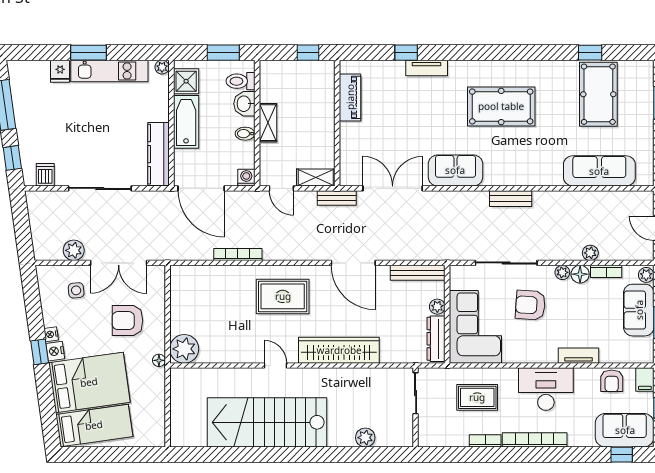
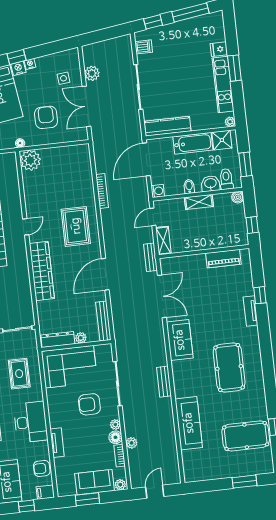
boiler: (267, 68) -> (238, 197), added
sofa: (599, 171) -> (189, 423), moved
armchair: (530, 305) -> (89, 404), turned -94

